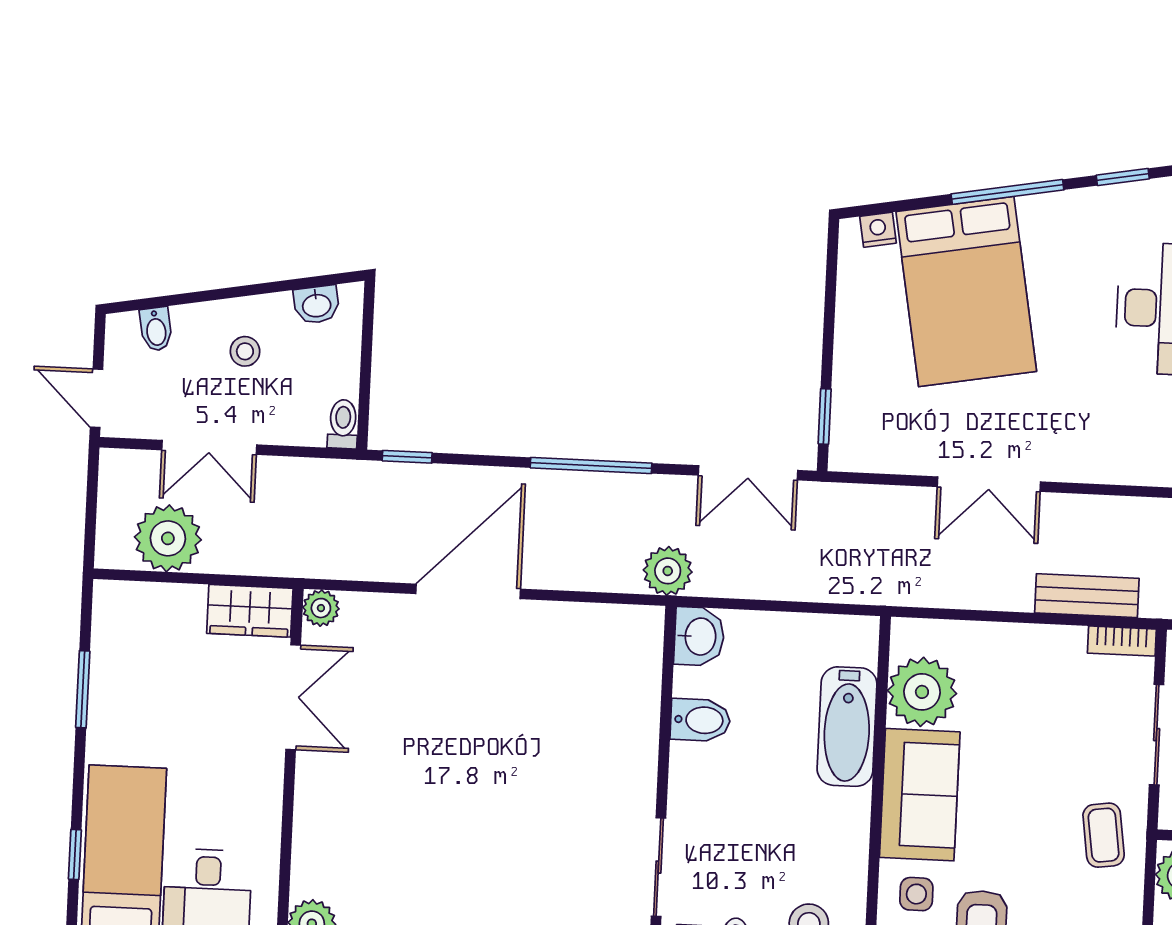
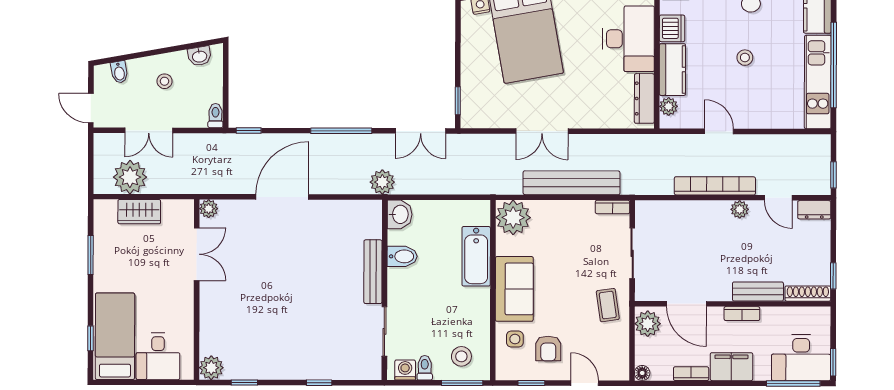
bench: (1087, 596) -> (572, 183), width x1.86, depth x1.21
wardrobe: (250, 611) -> (139, 212), moved
plant: (922, 692) -> (513, 217), moved
bench: (641, 748) -> (373, 272), added

